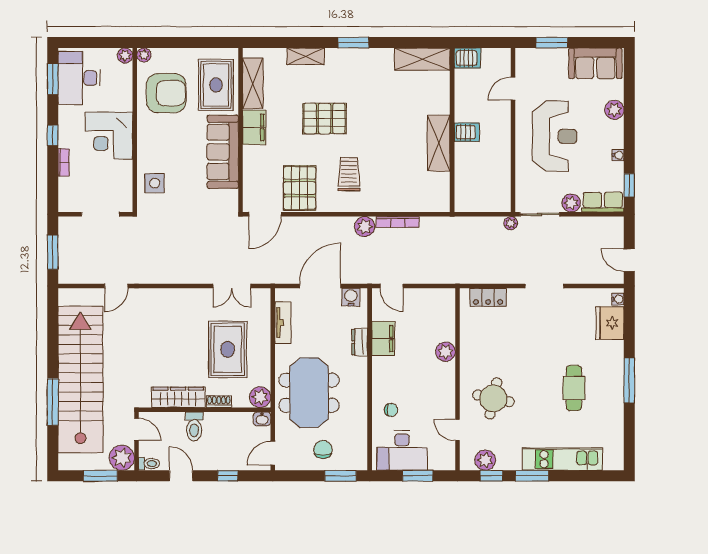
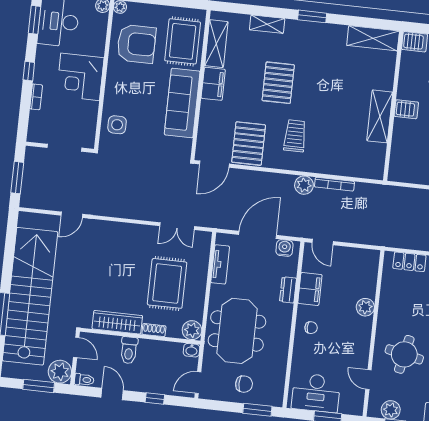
pallet: (325, 118) -> (278, 83), turned 90
chair: (391, 410) -> (311, 328), moved
chair: (323, 449) -> (244, 384), turned 90

